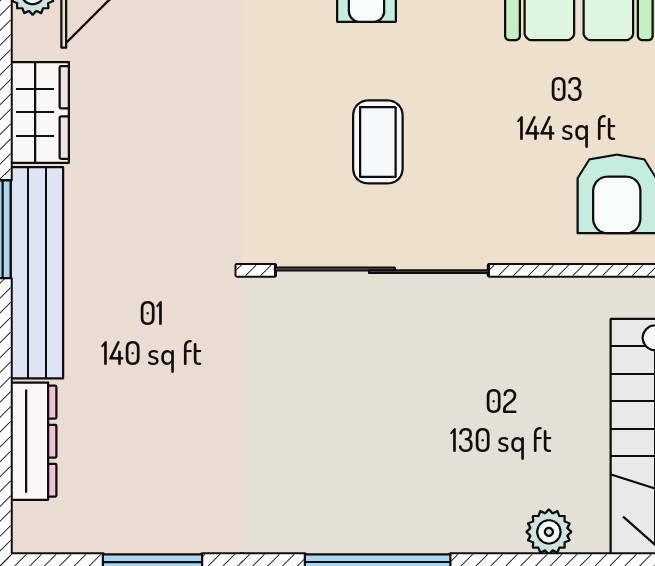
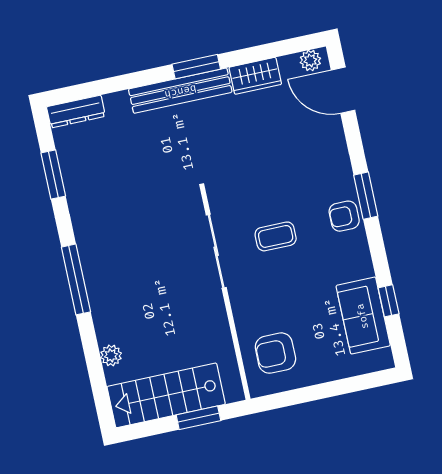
sliding door: (382, 270) -> (216, 251), width x0.73
dresser: (33, 441) -> (76, 112), moved

